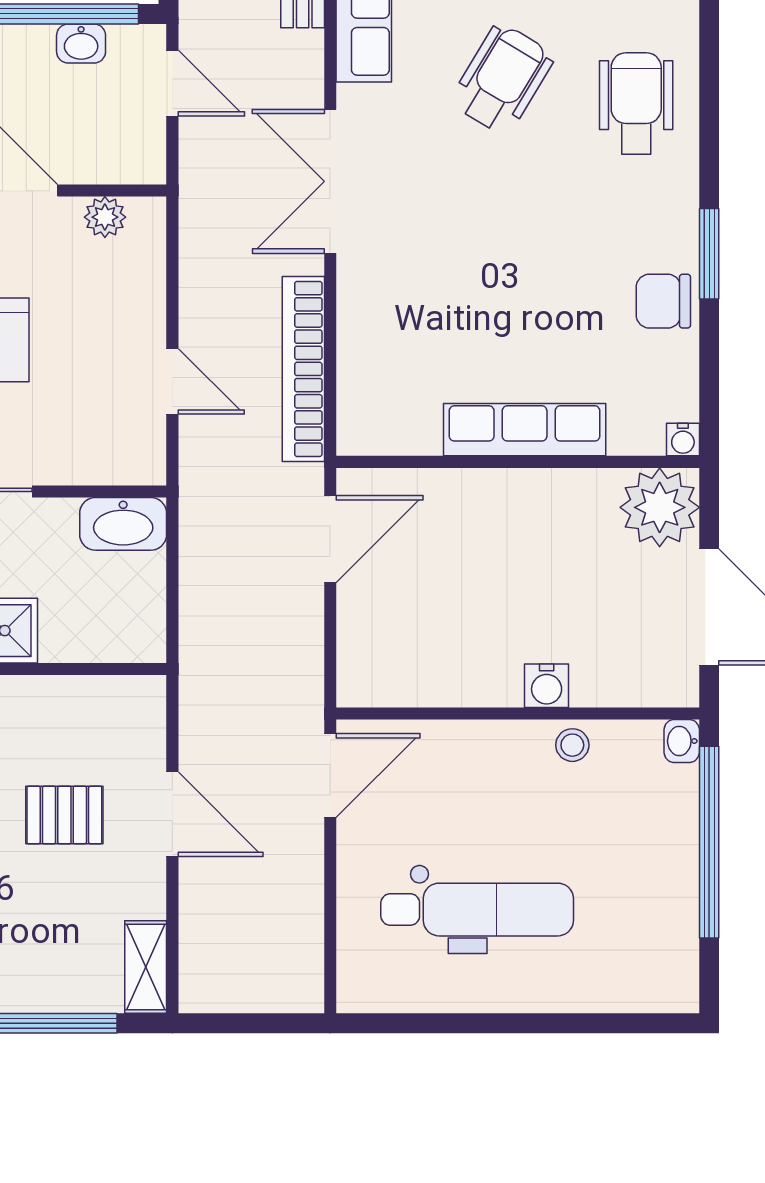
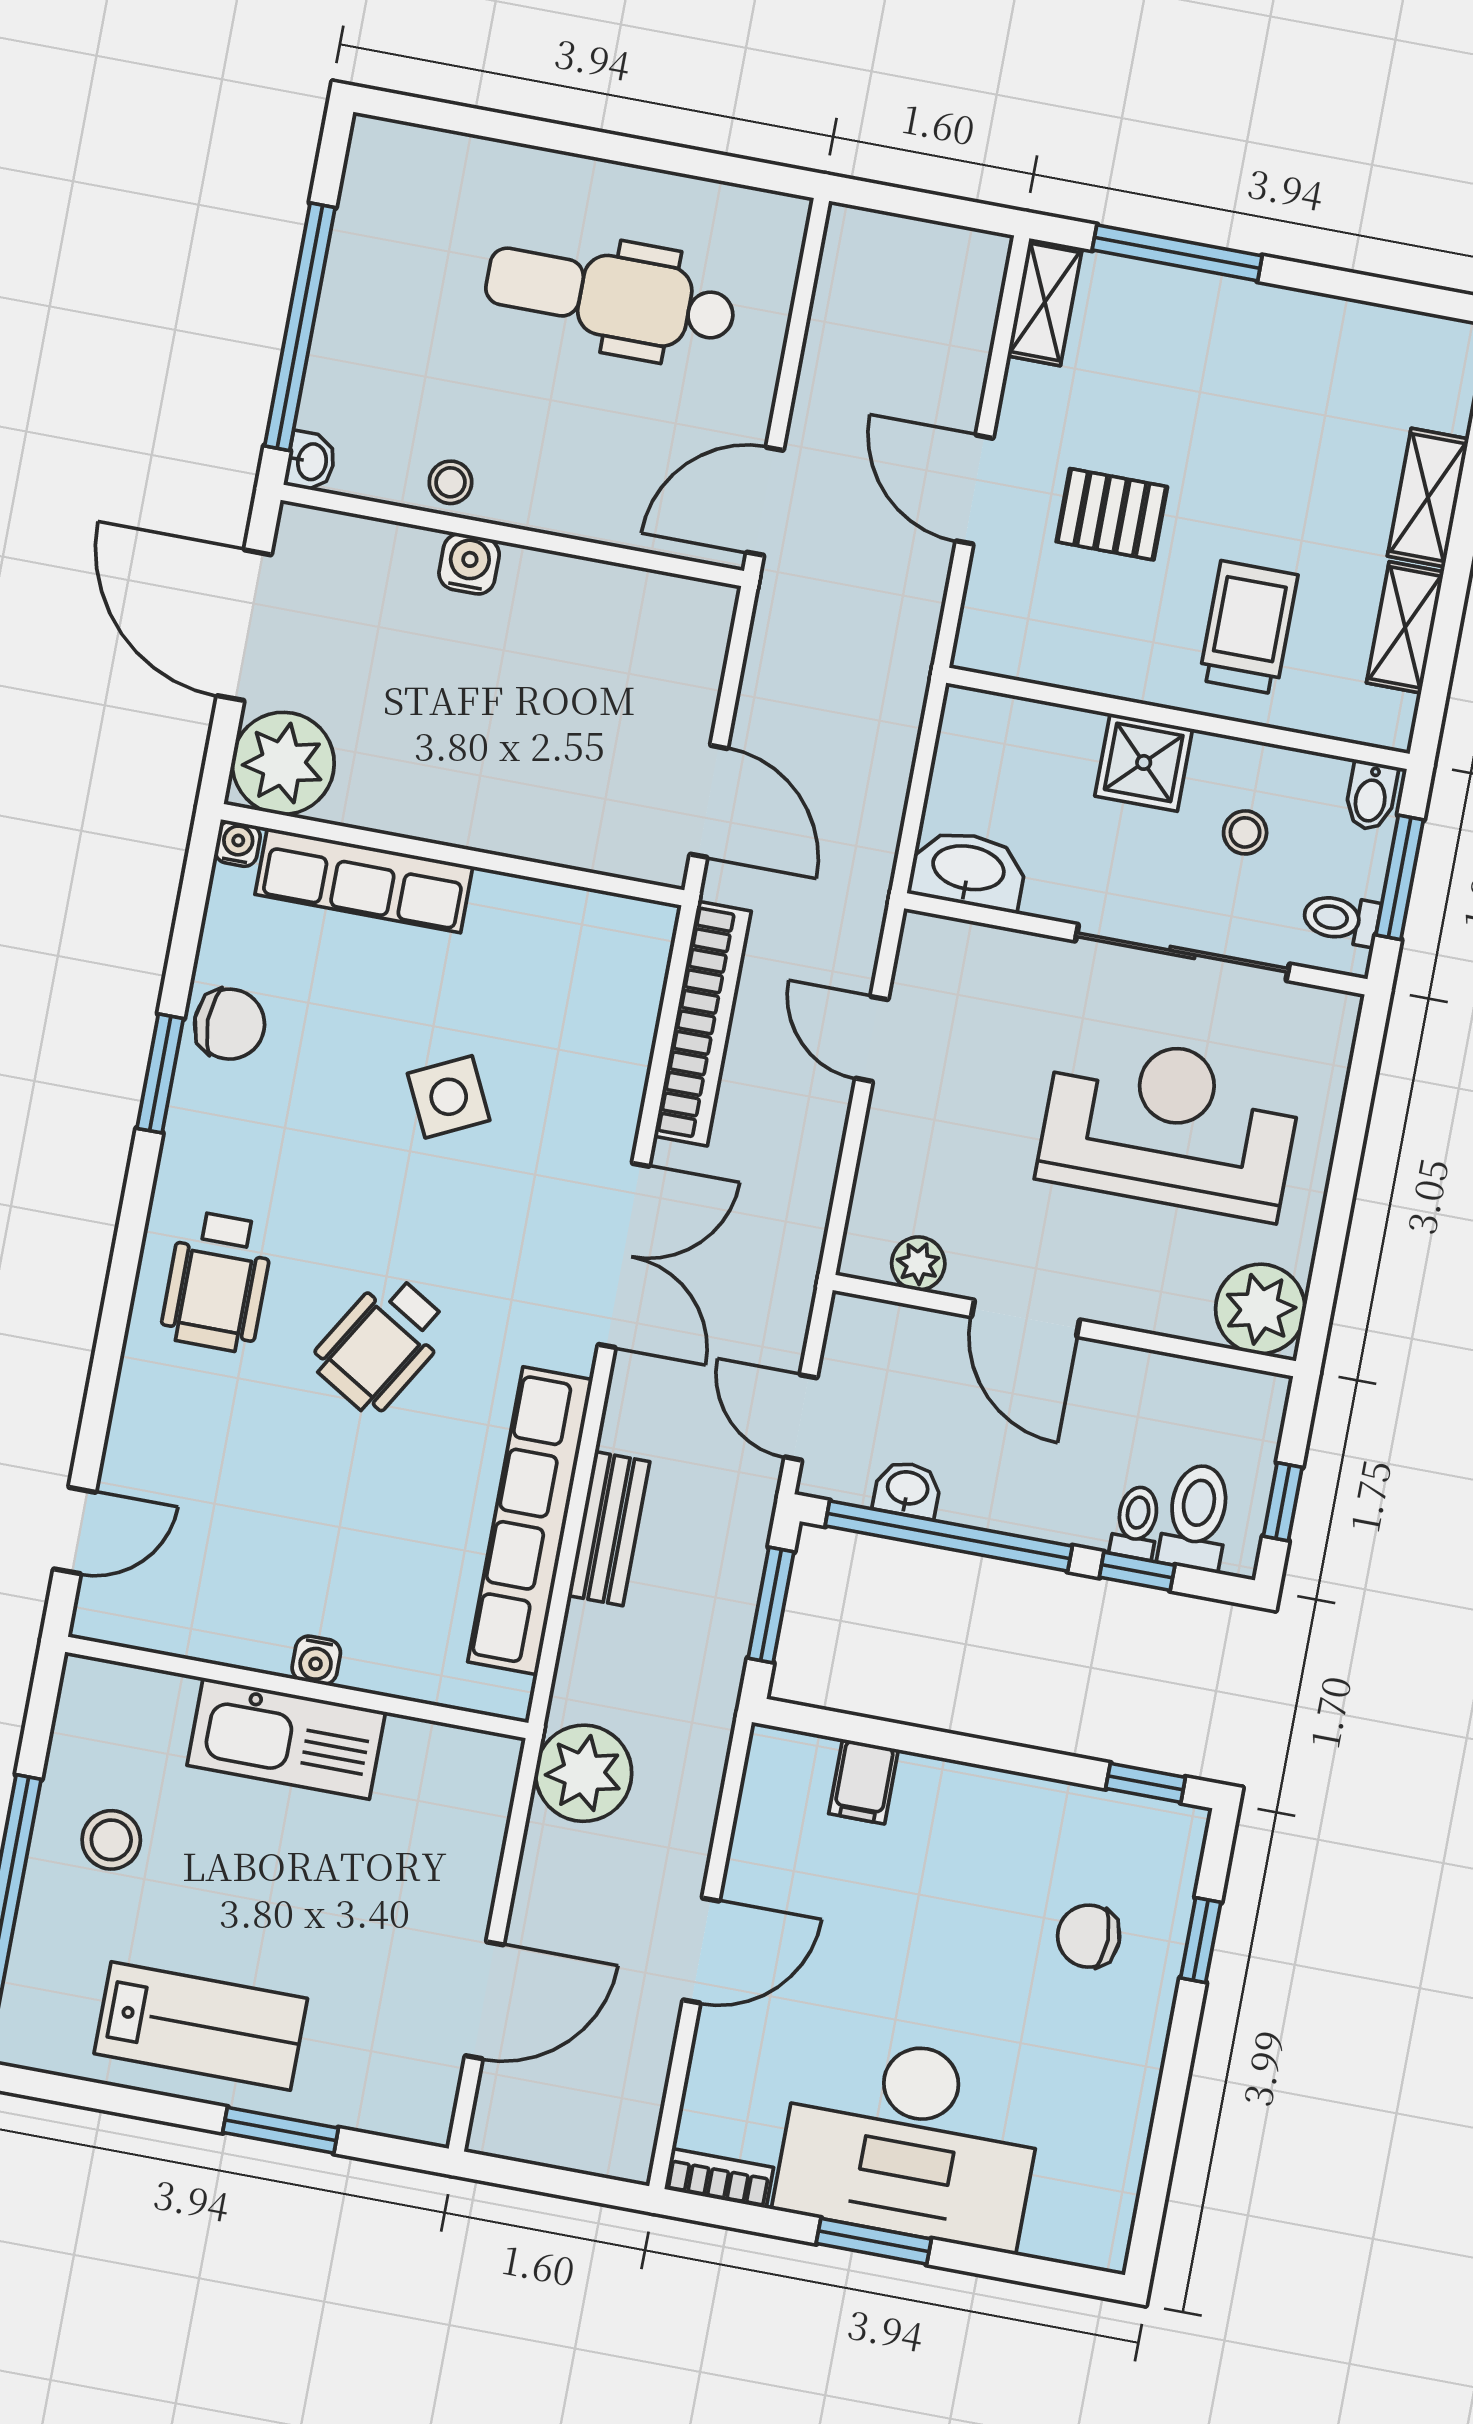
side table: (486, 277) -> (449, 1097), added
row of seats: (525, 430) -> (364, 880), moved
door: (330, 539) -> (709, 801), swing flipped

